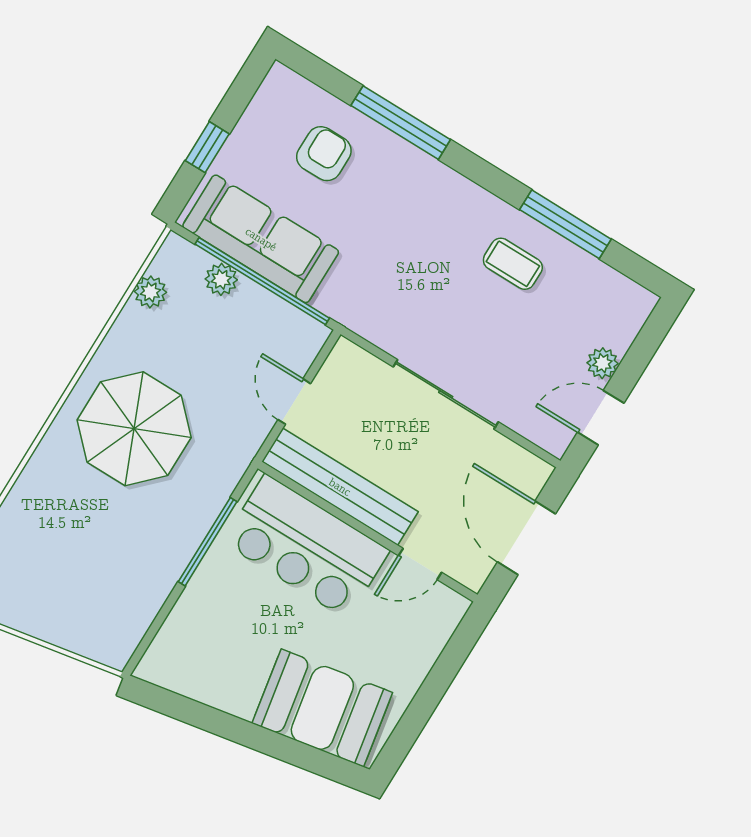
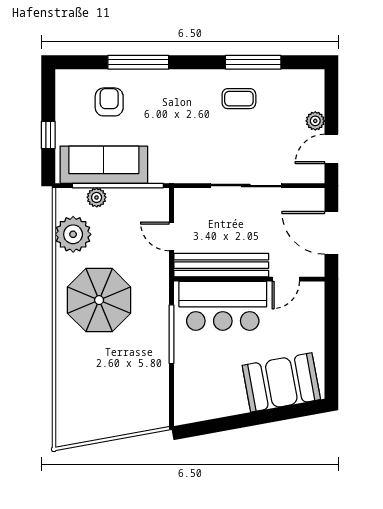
plant: (150, 292) -> (73, 234), width x1.87, depth x1.87

